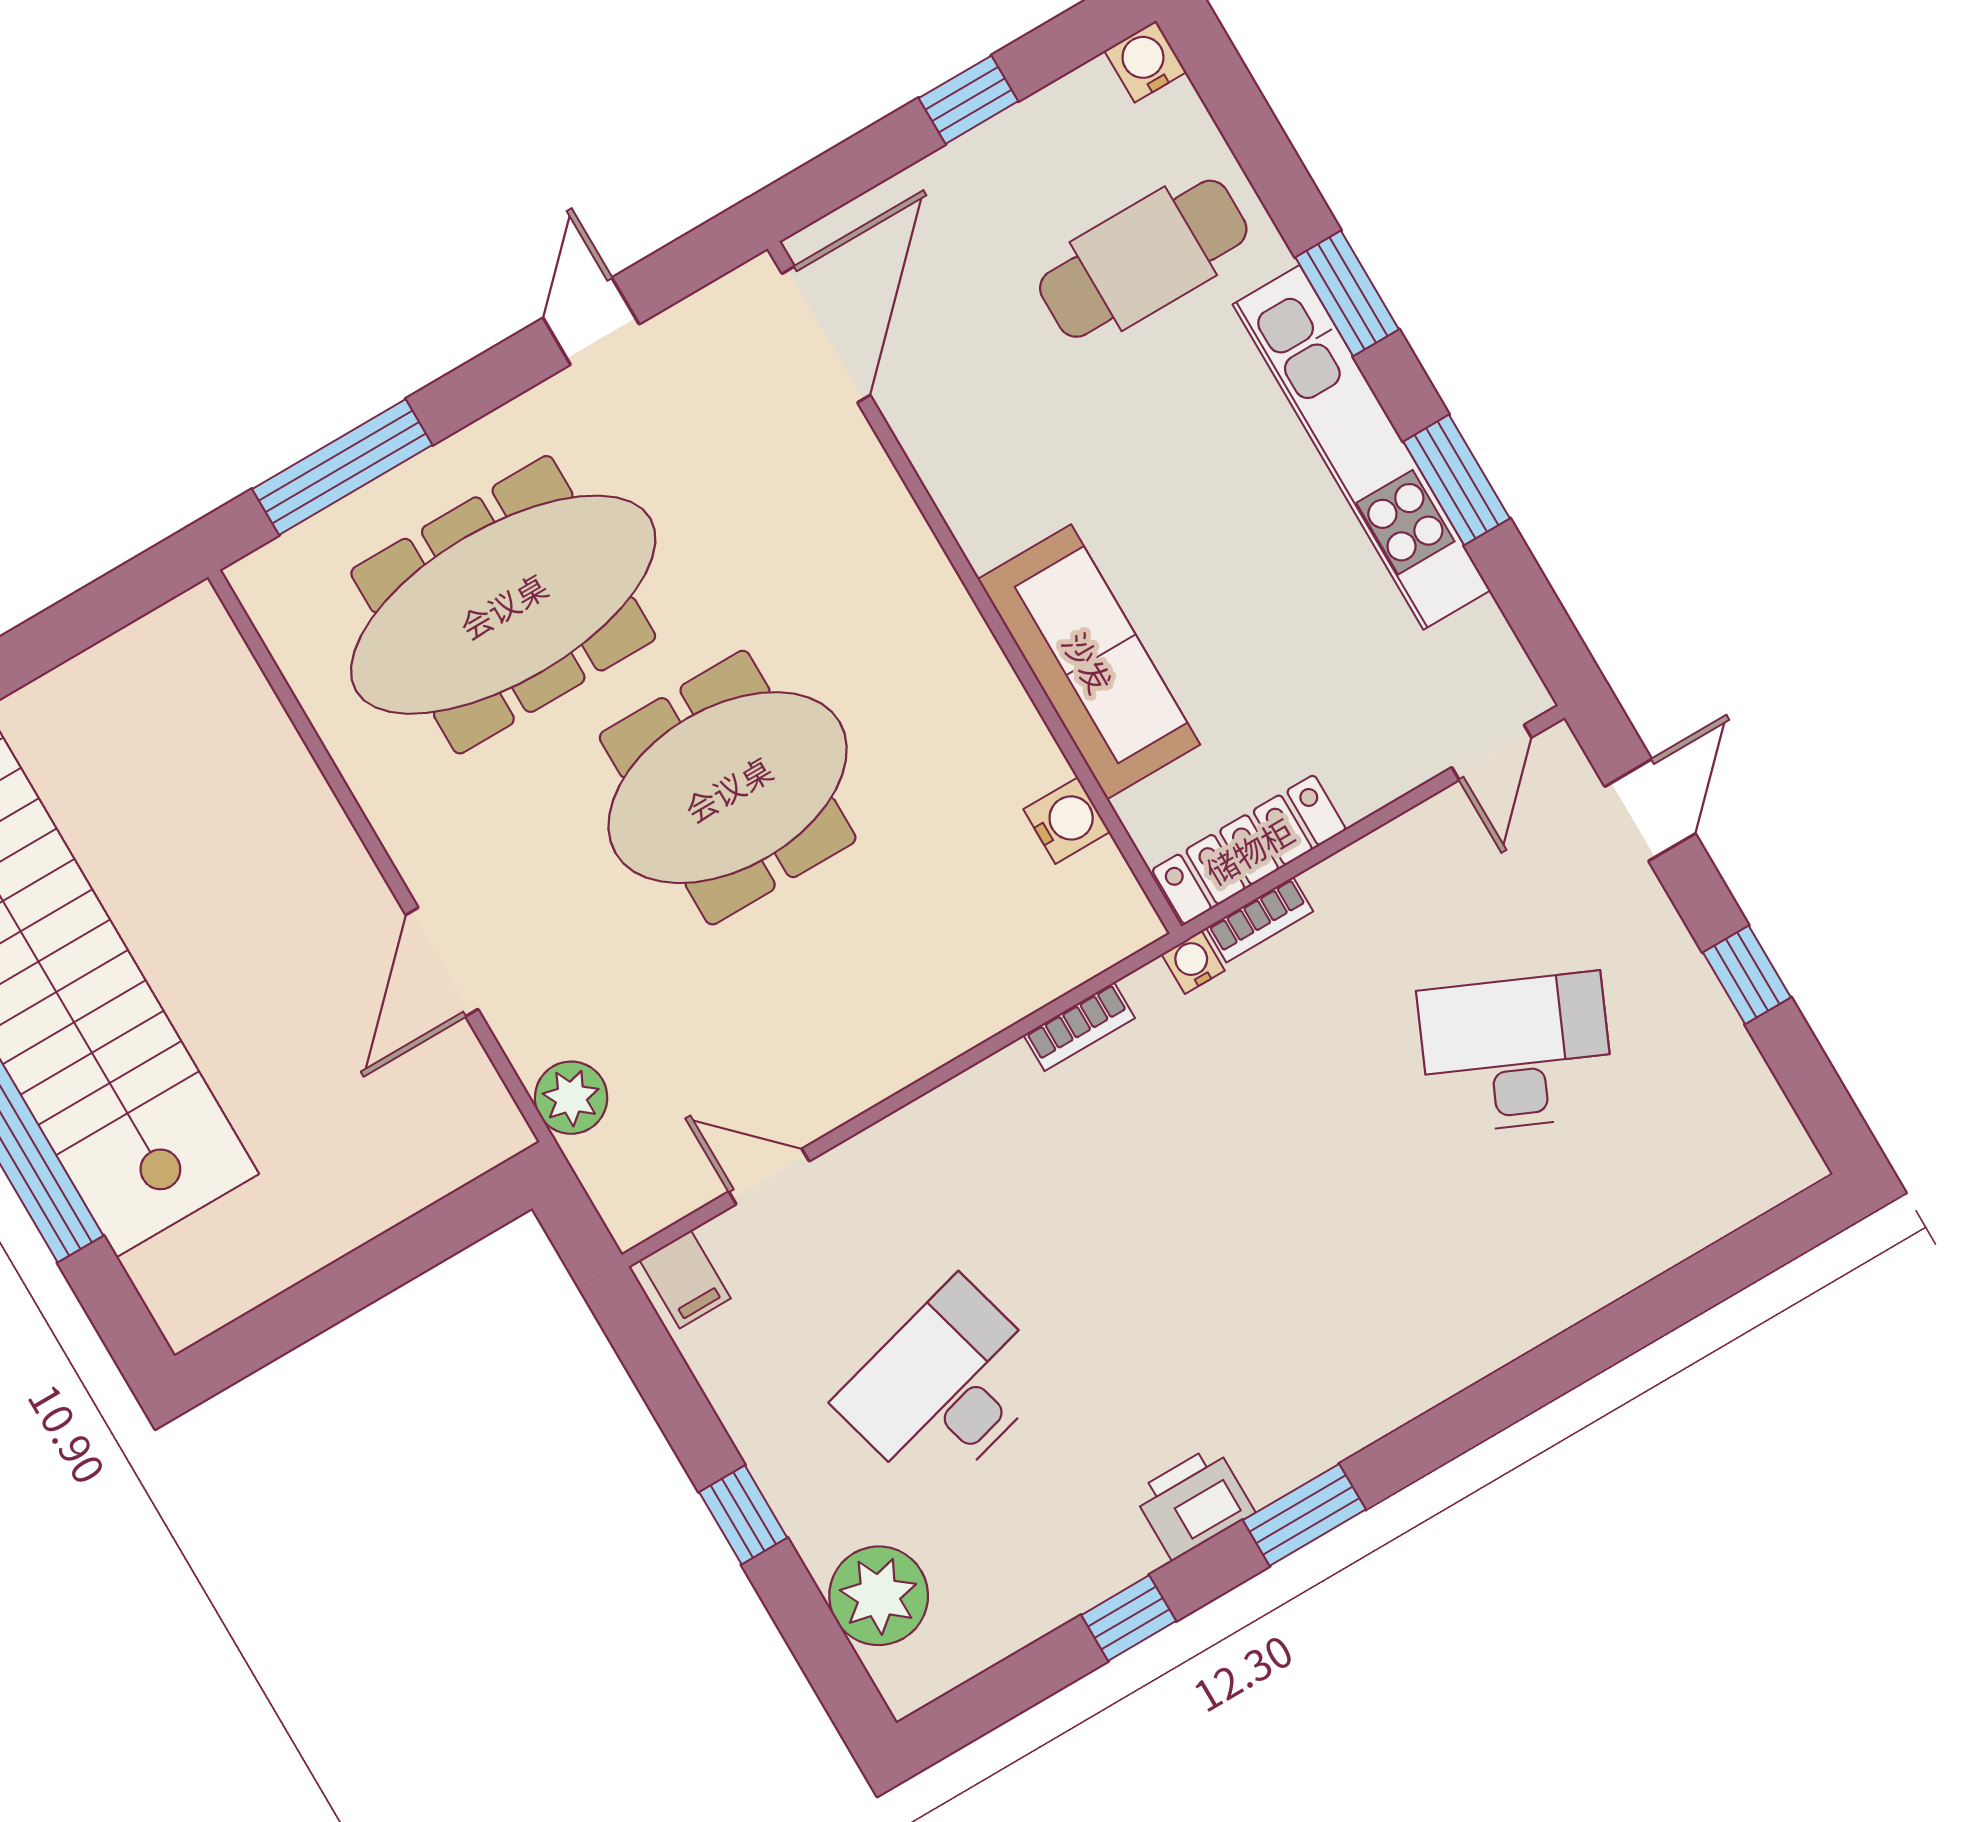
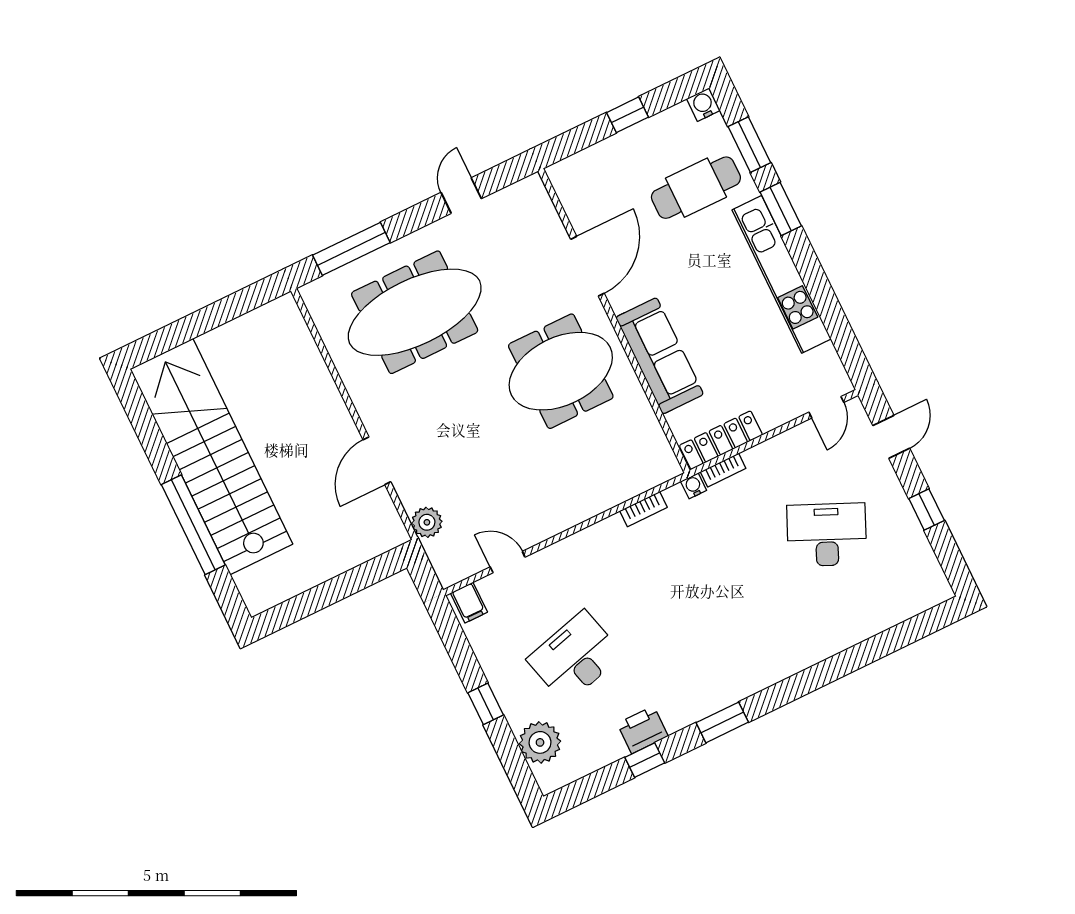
door: (826, 334) -> (587, 266), moved
window: (1457, 480) -> (749, 145), moved
meeting table: (728, 788) -> (561, 371), moved
water cooler: (1067, 821) -> (645, 422), removed
printer: (1194, 1503) -> (643, 730), moved

